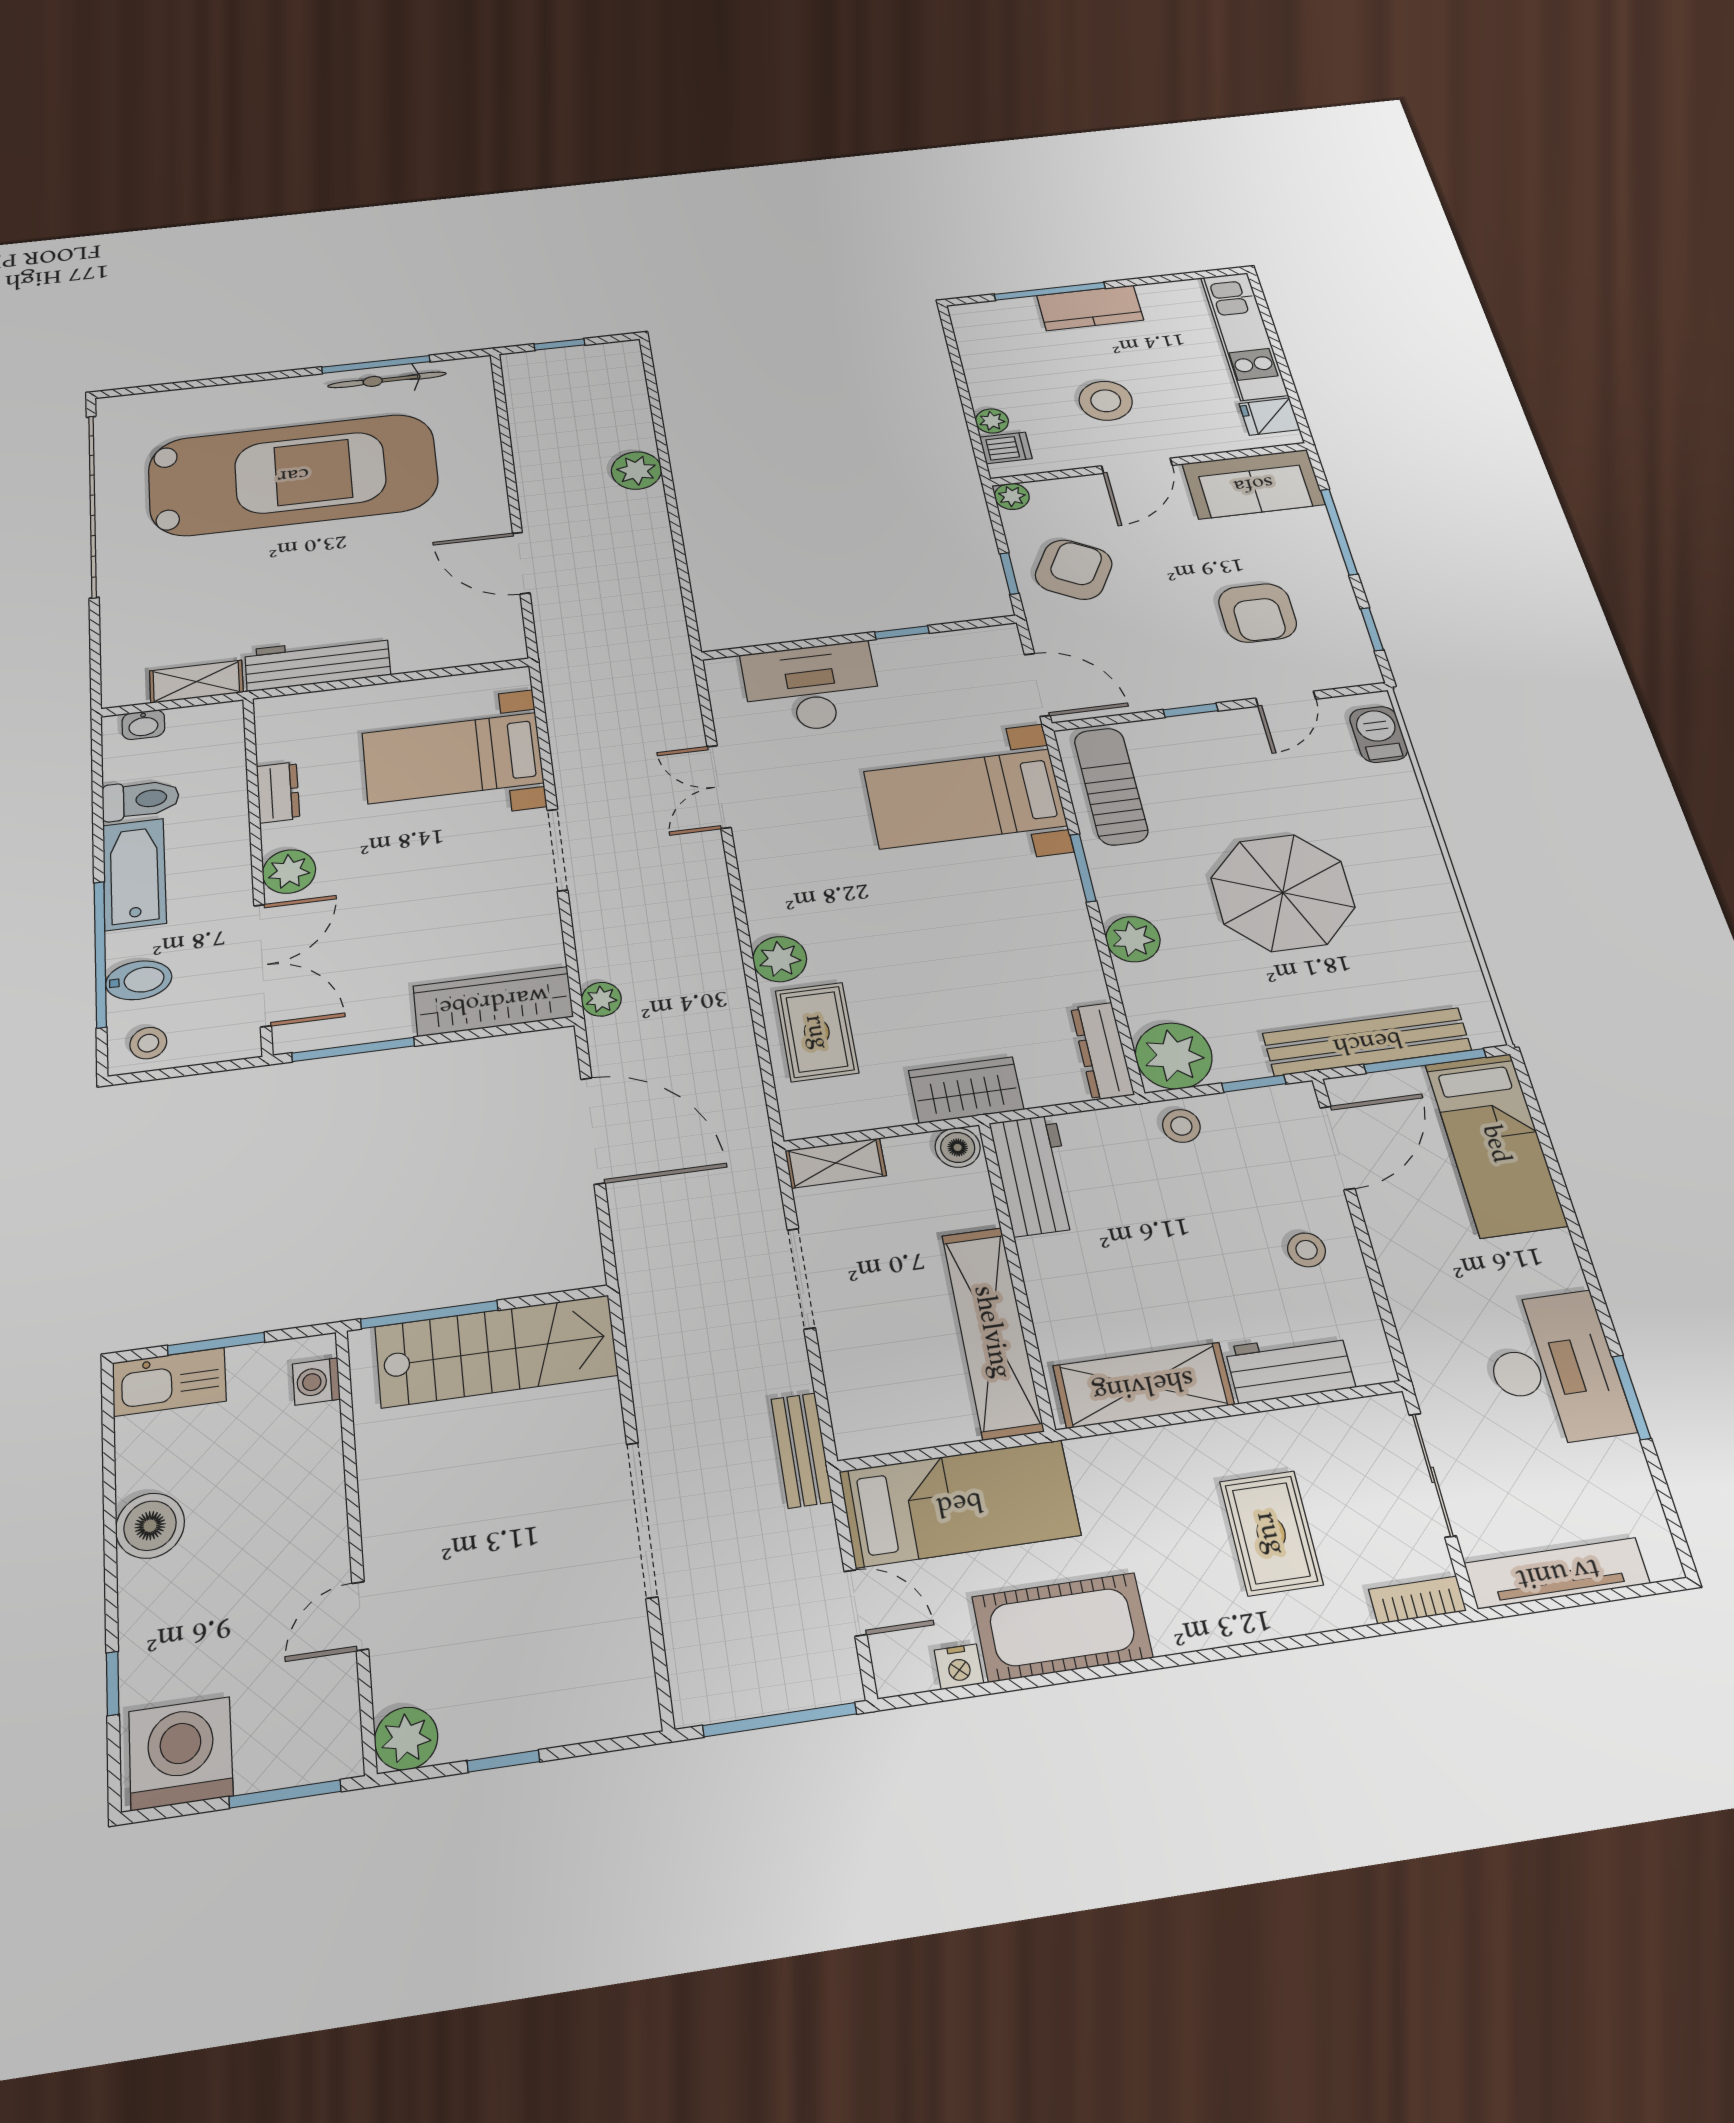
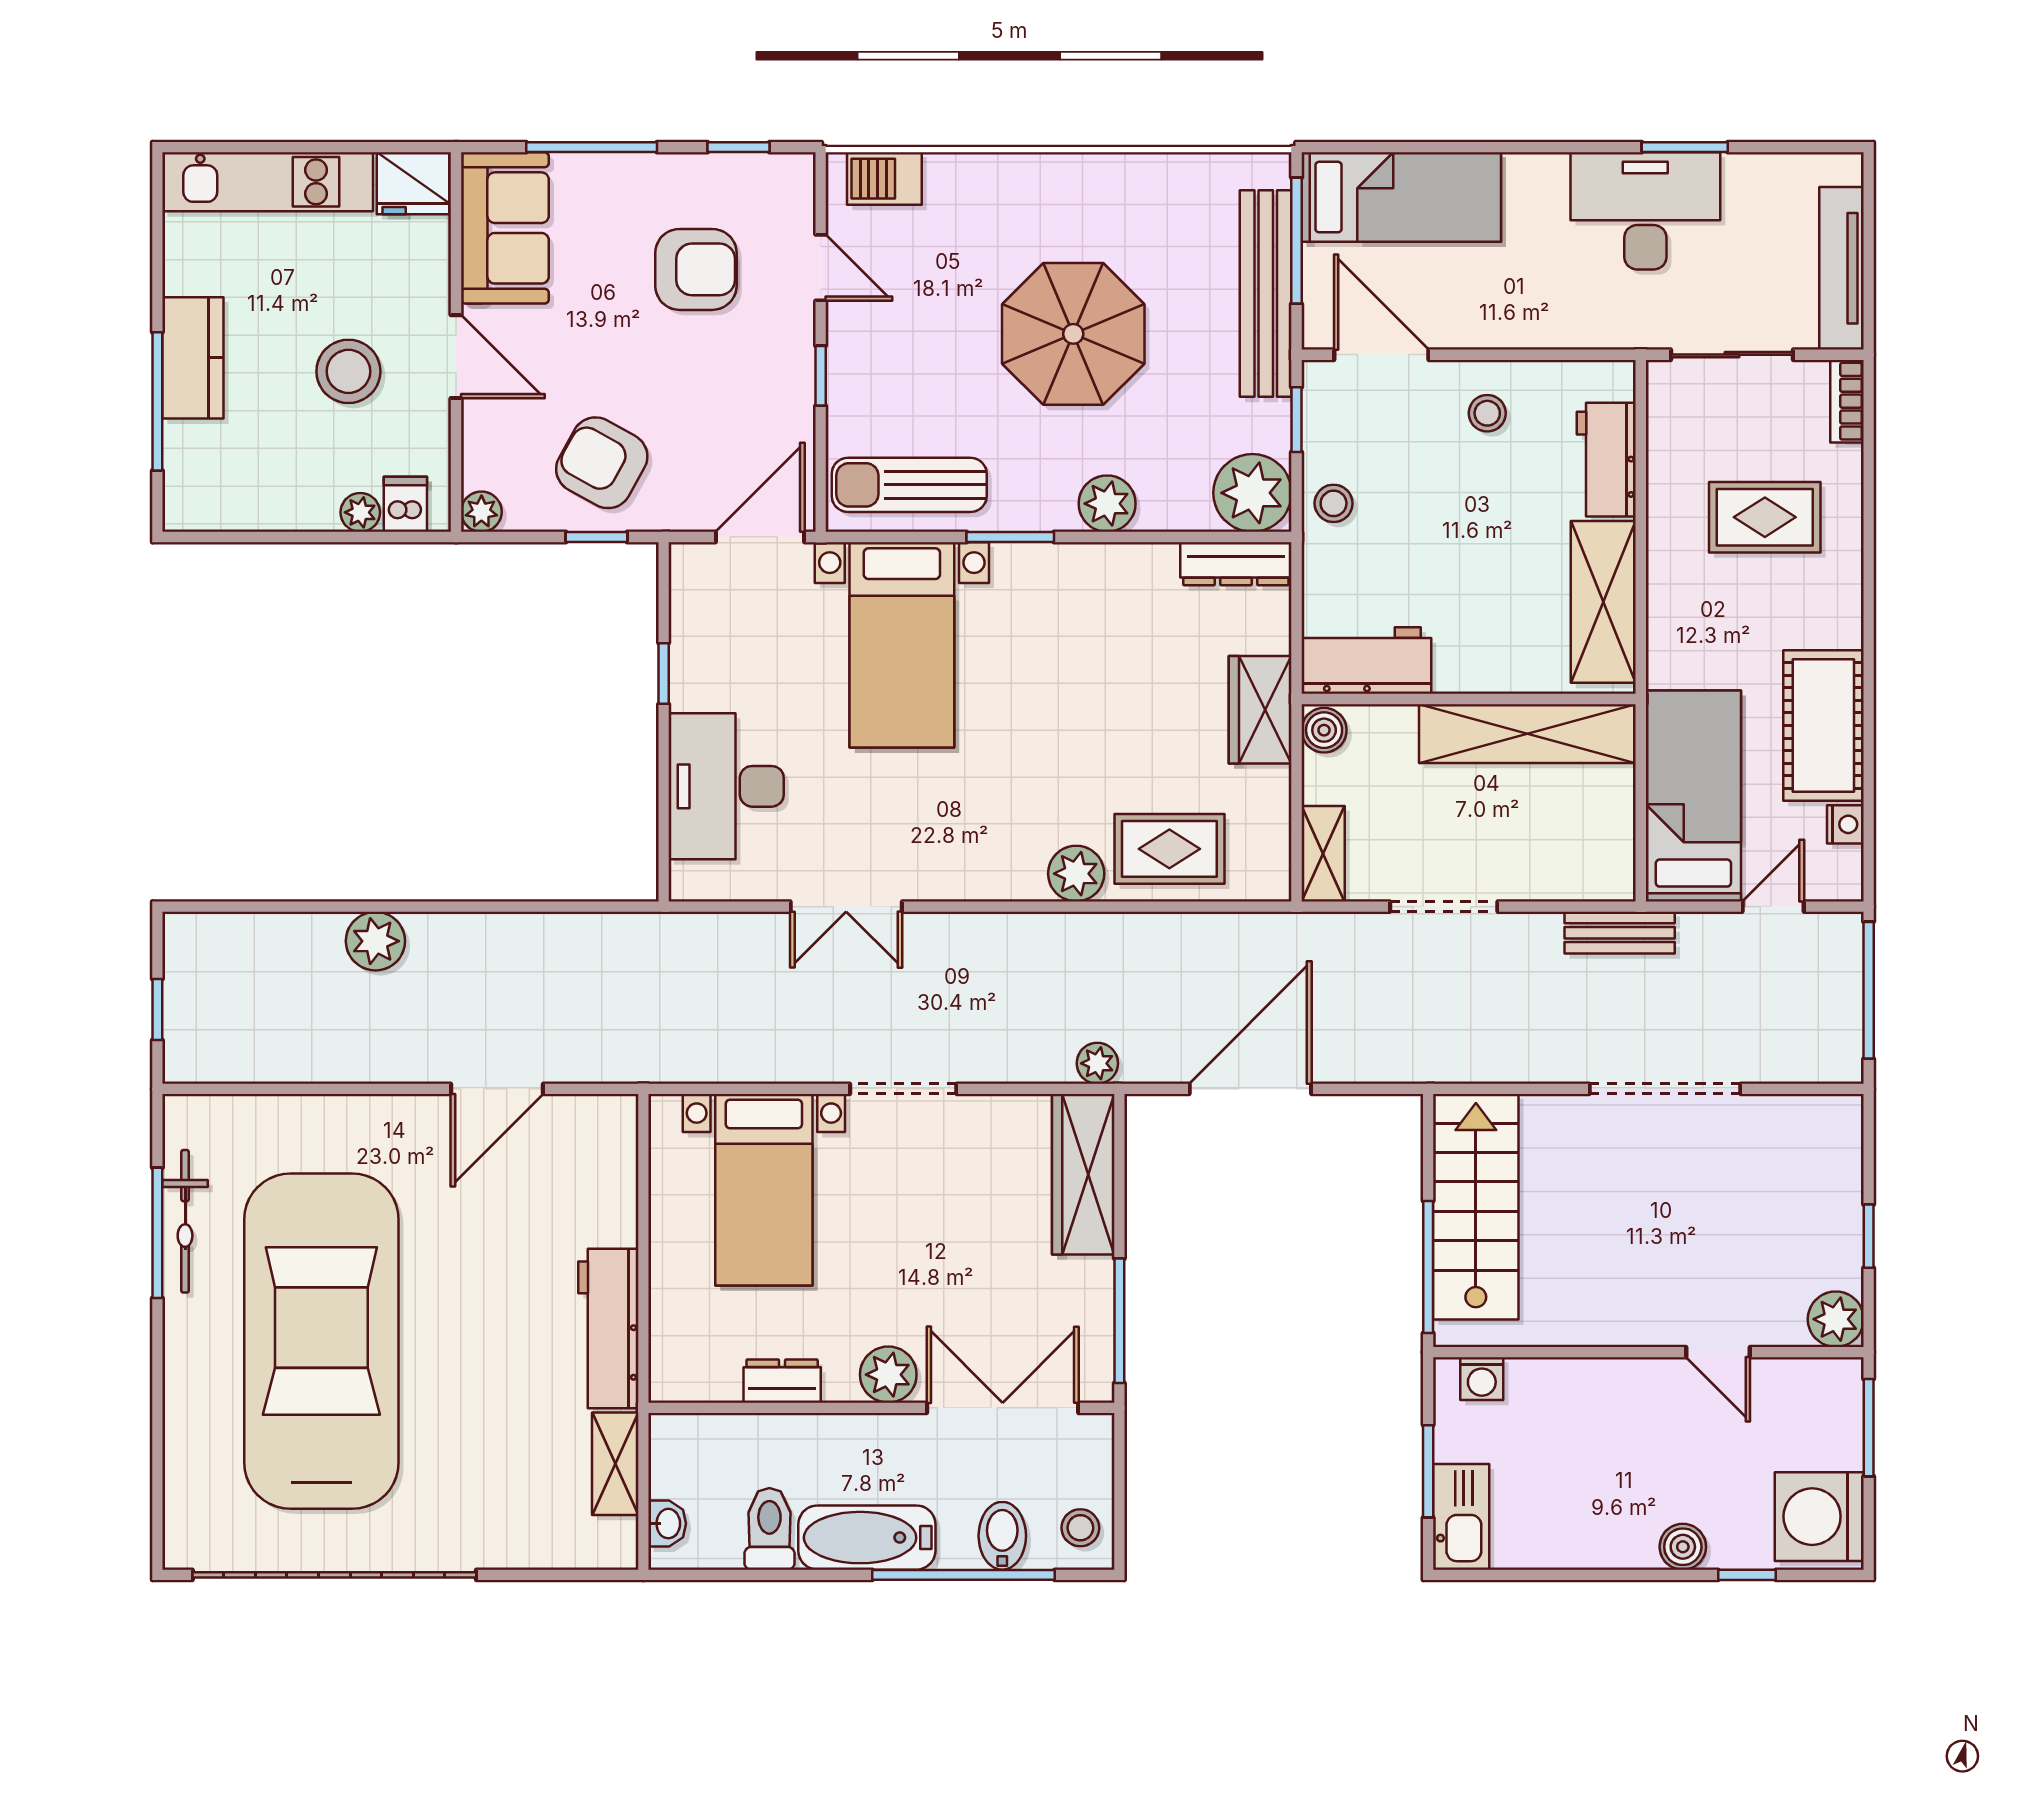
fridge: (1269, 417) -> (413, 183), width x1.38
boiler: (150, 1526) -> (1683, 1547), moved, width x0.73, depth x0.73

